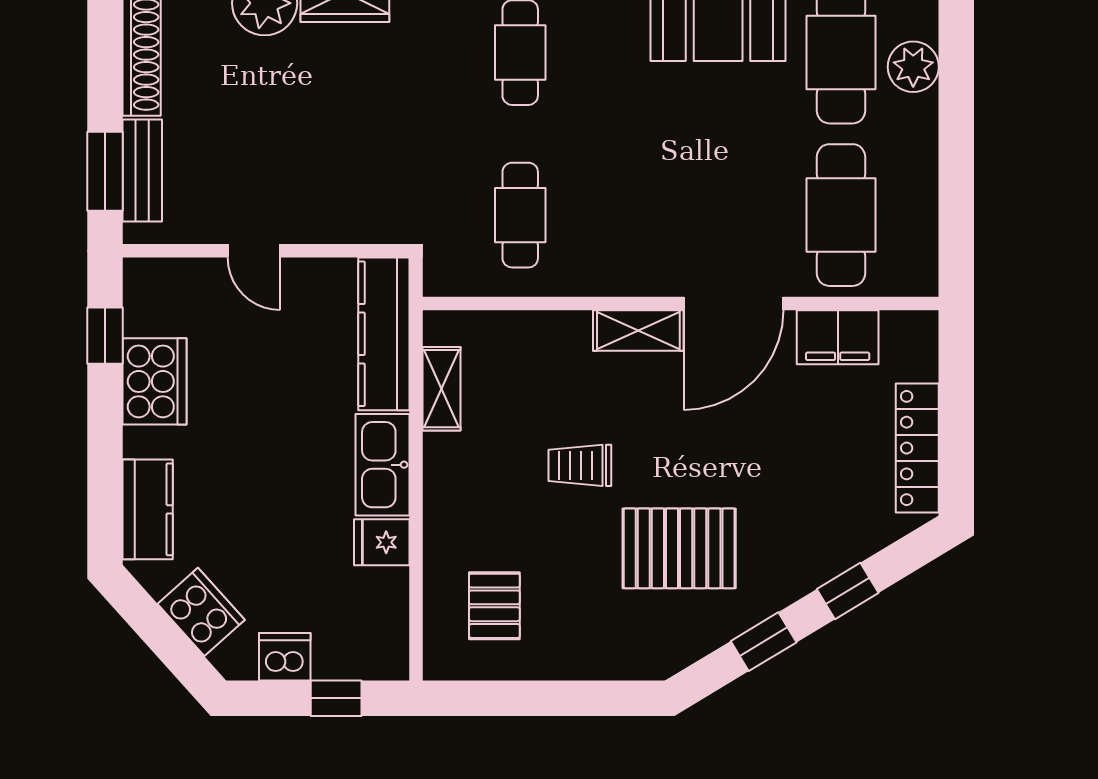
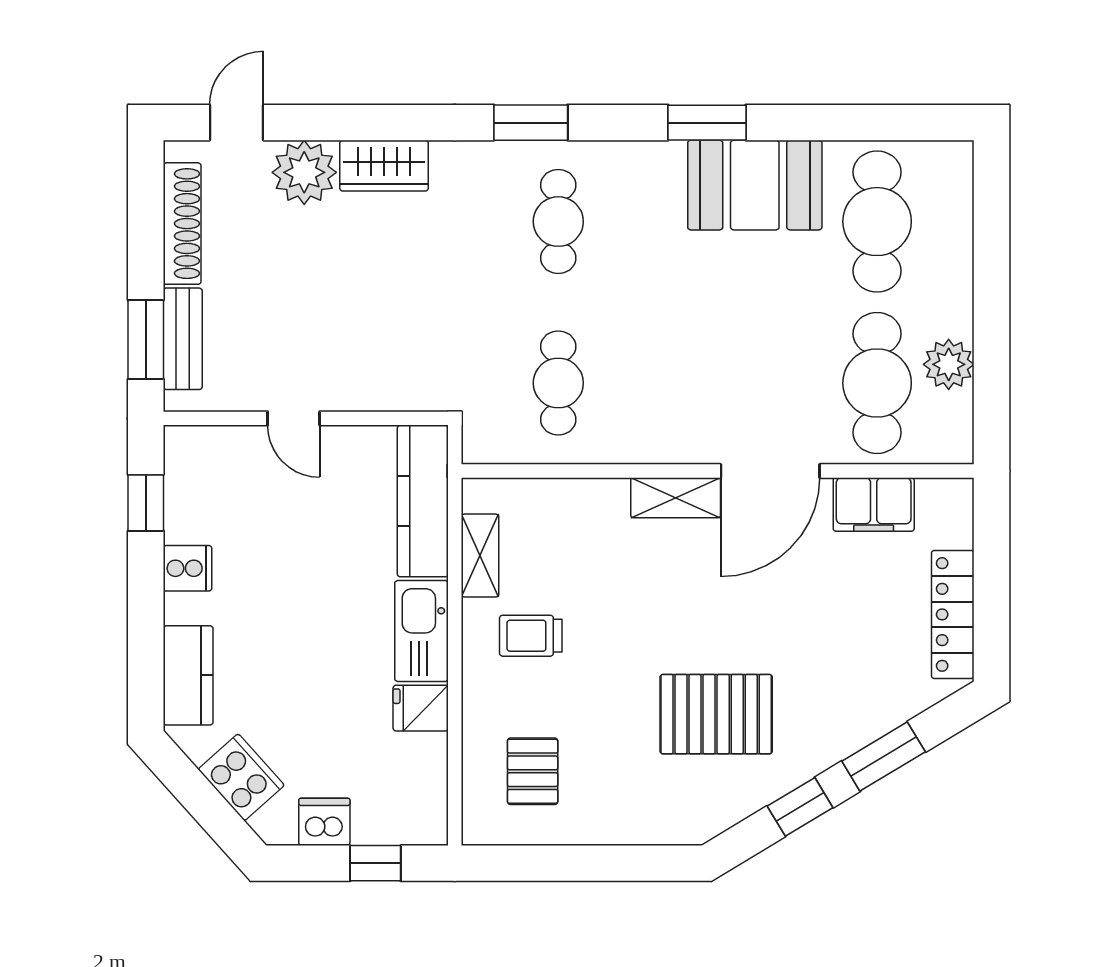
plant: (913, 67) -> (949, 364), moved
cooker: (155, 381) -> (187, 568), width x0.53, depth x0.76
trolley: (580, 465) -> (531, 636), moved
window: (848, 591) -> (884, 756), width x1.50

